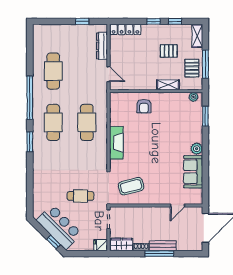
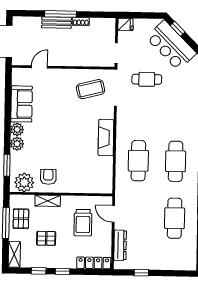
trolley: (136, 66) -> (83, 223), added
plant: (193, 97) -> (24, 182), width x1.87, depth x1.87
armchair: (144, 106) -> (48, 177), moved
plant: (196, 136) -> (17, 144), added
wardrobe: (122, 244) -> (102, 25), removed

